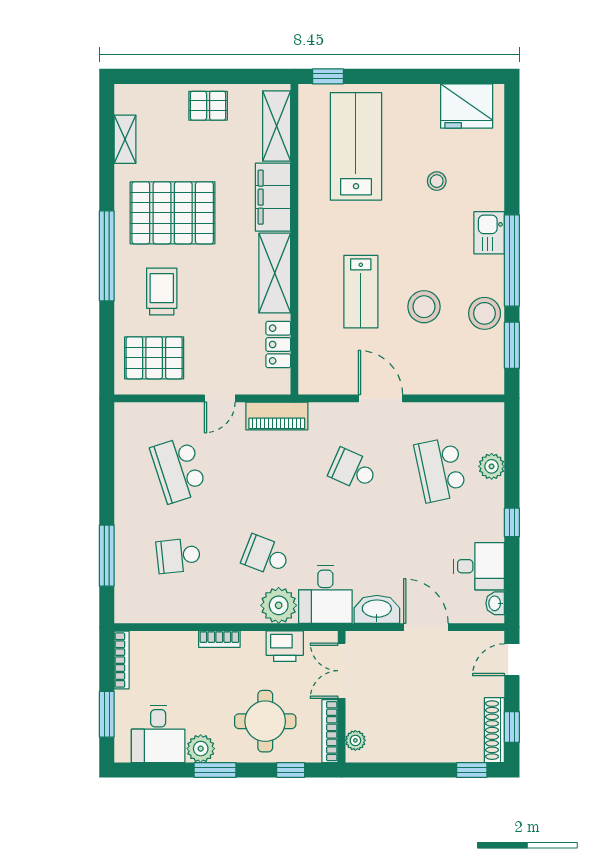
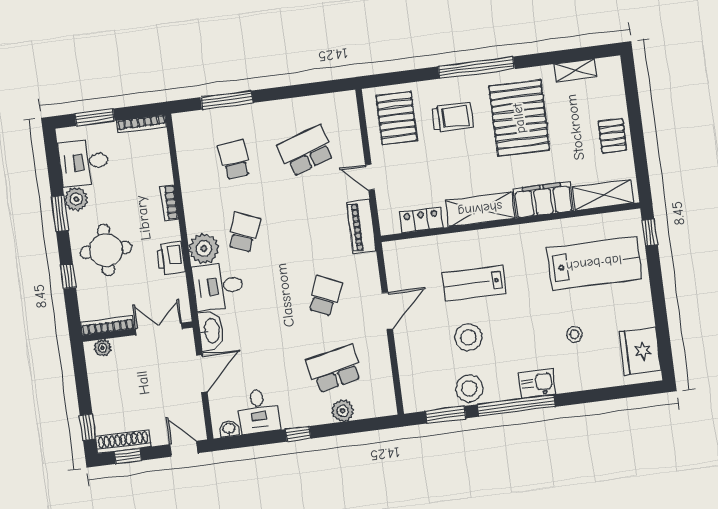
double door: (342, 671) -> (159, 329), moved
wall: (342, 697) -> (137, 332), moved
bookcase: (330, 731) -> (107, 326), moved
plant: (355, 740) -> (102, 348), moved

